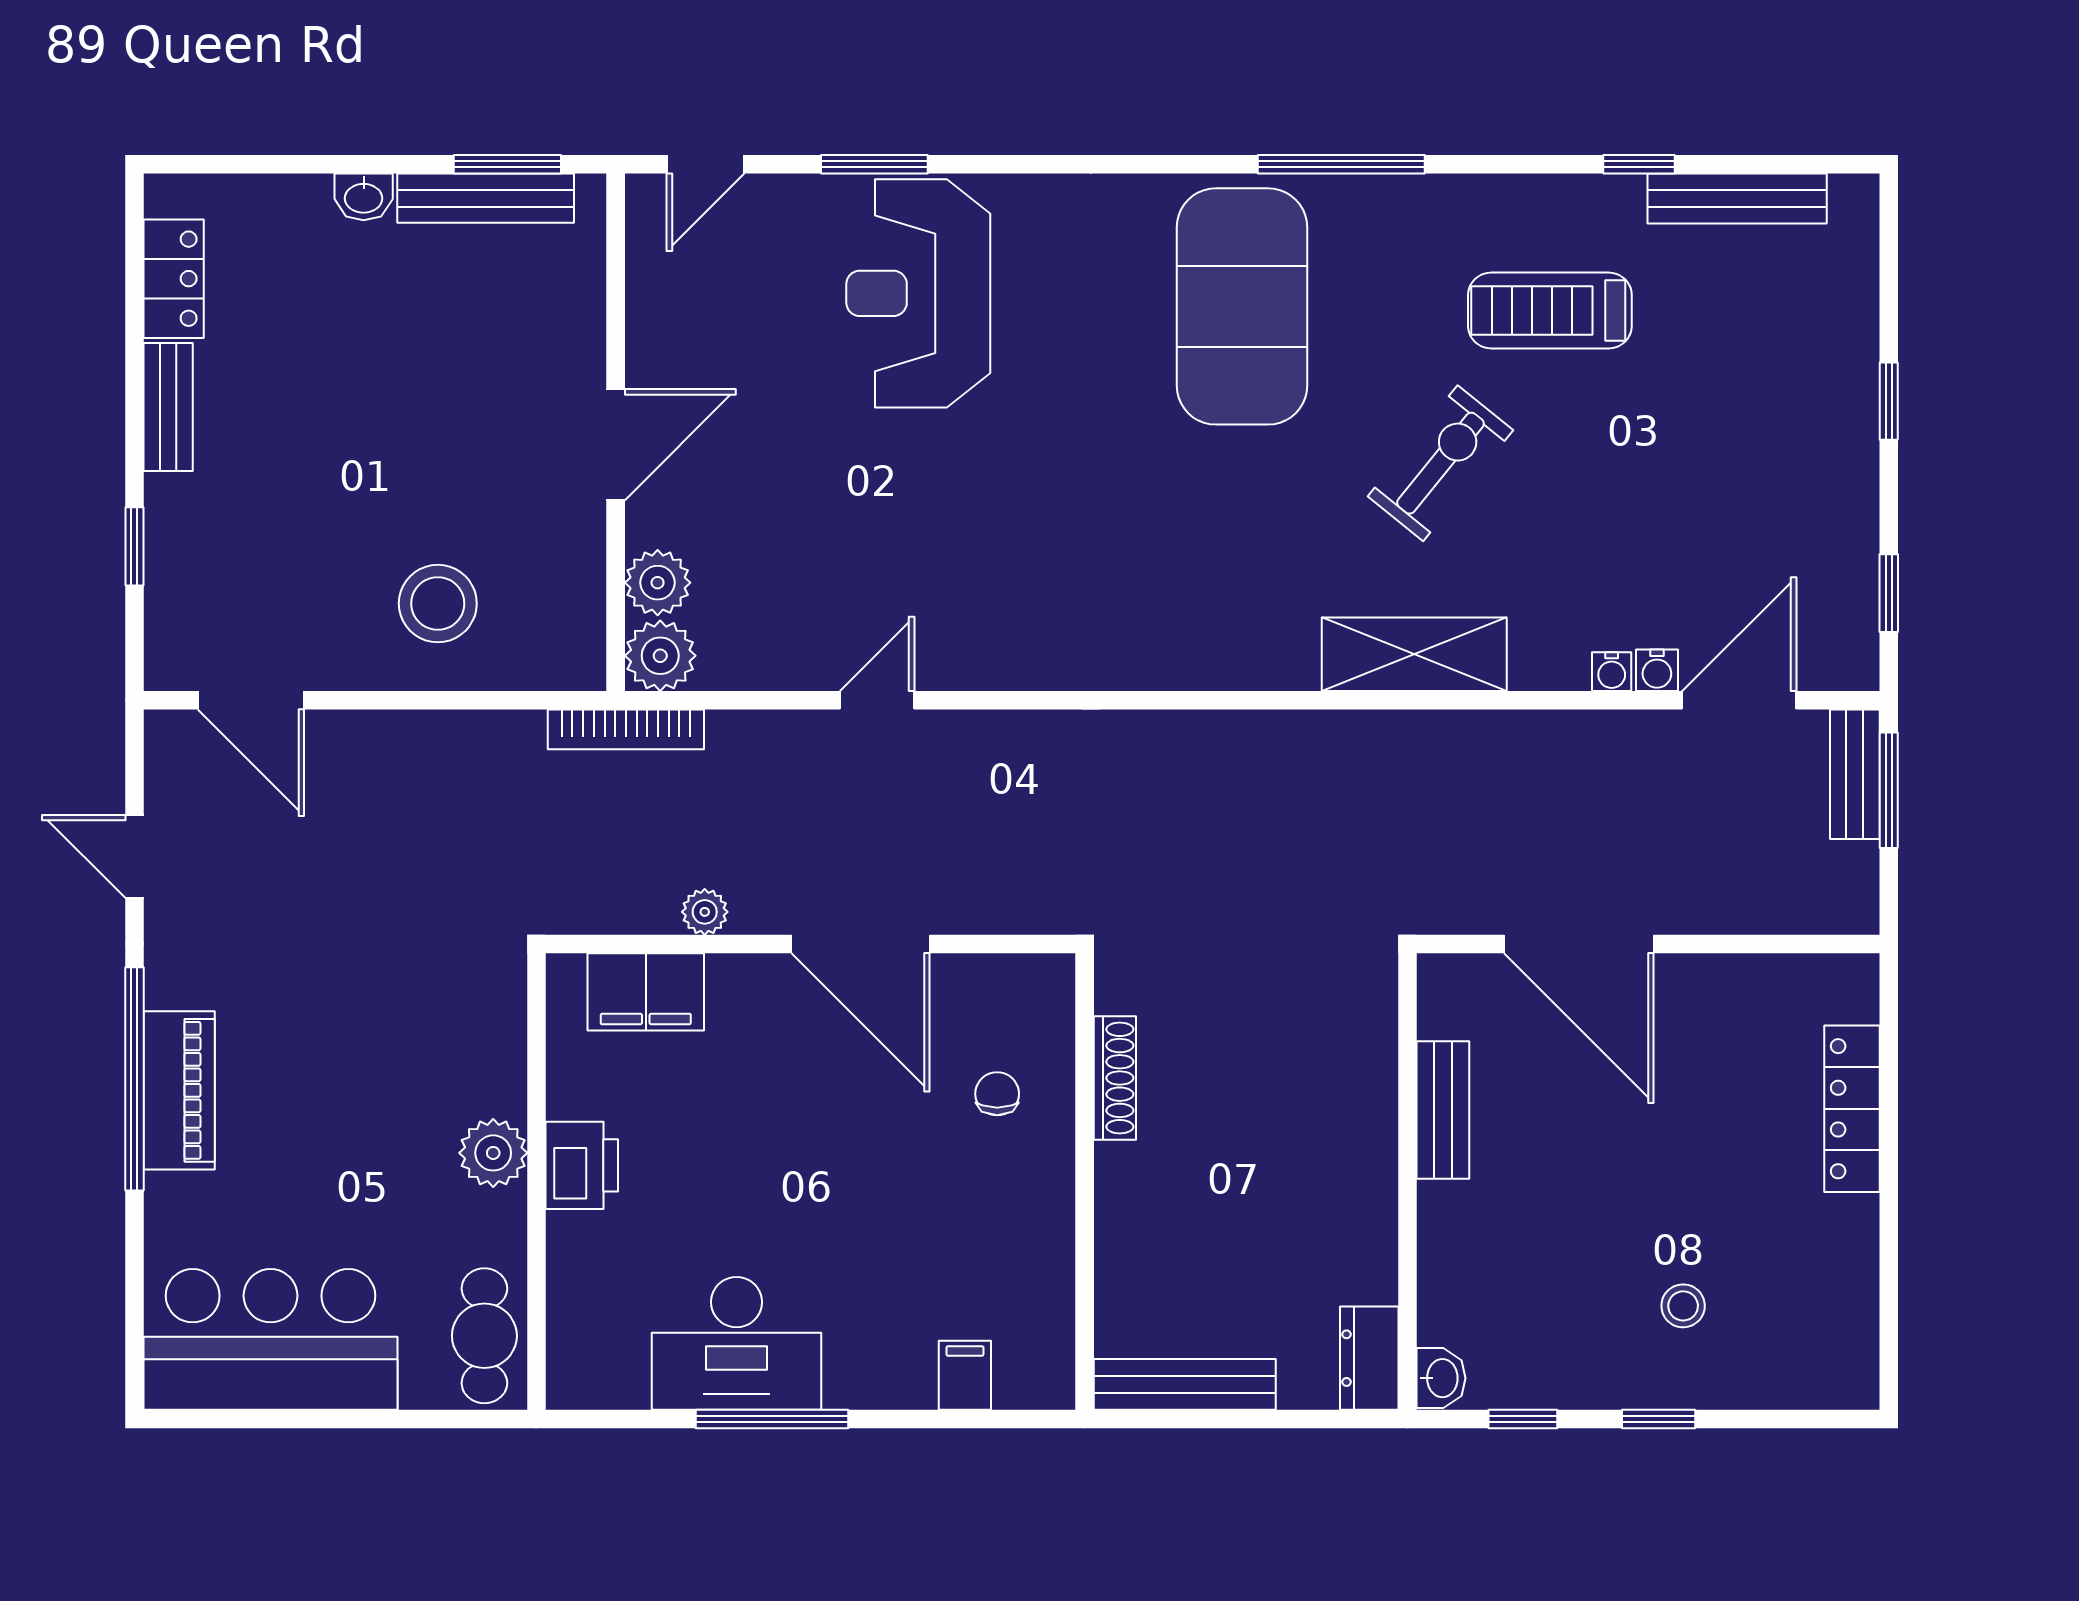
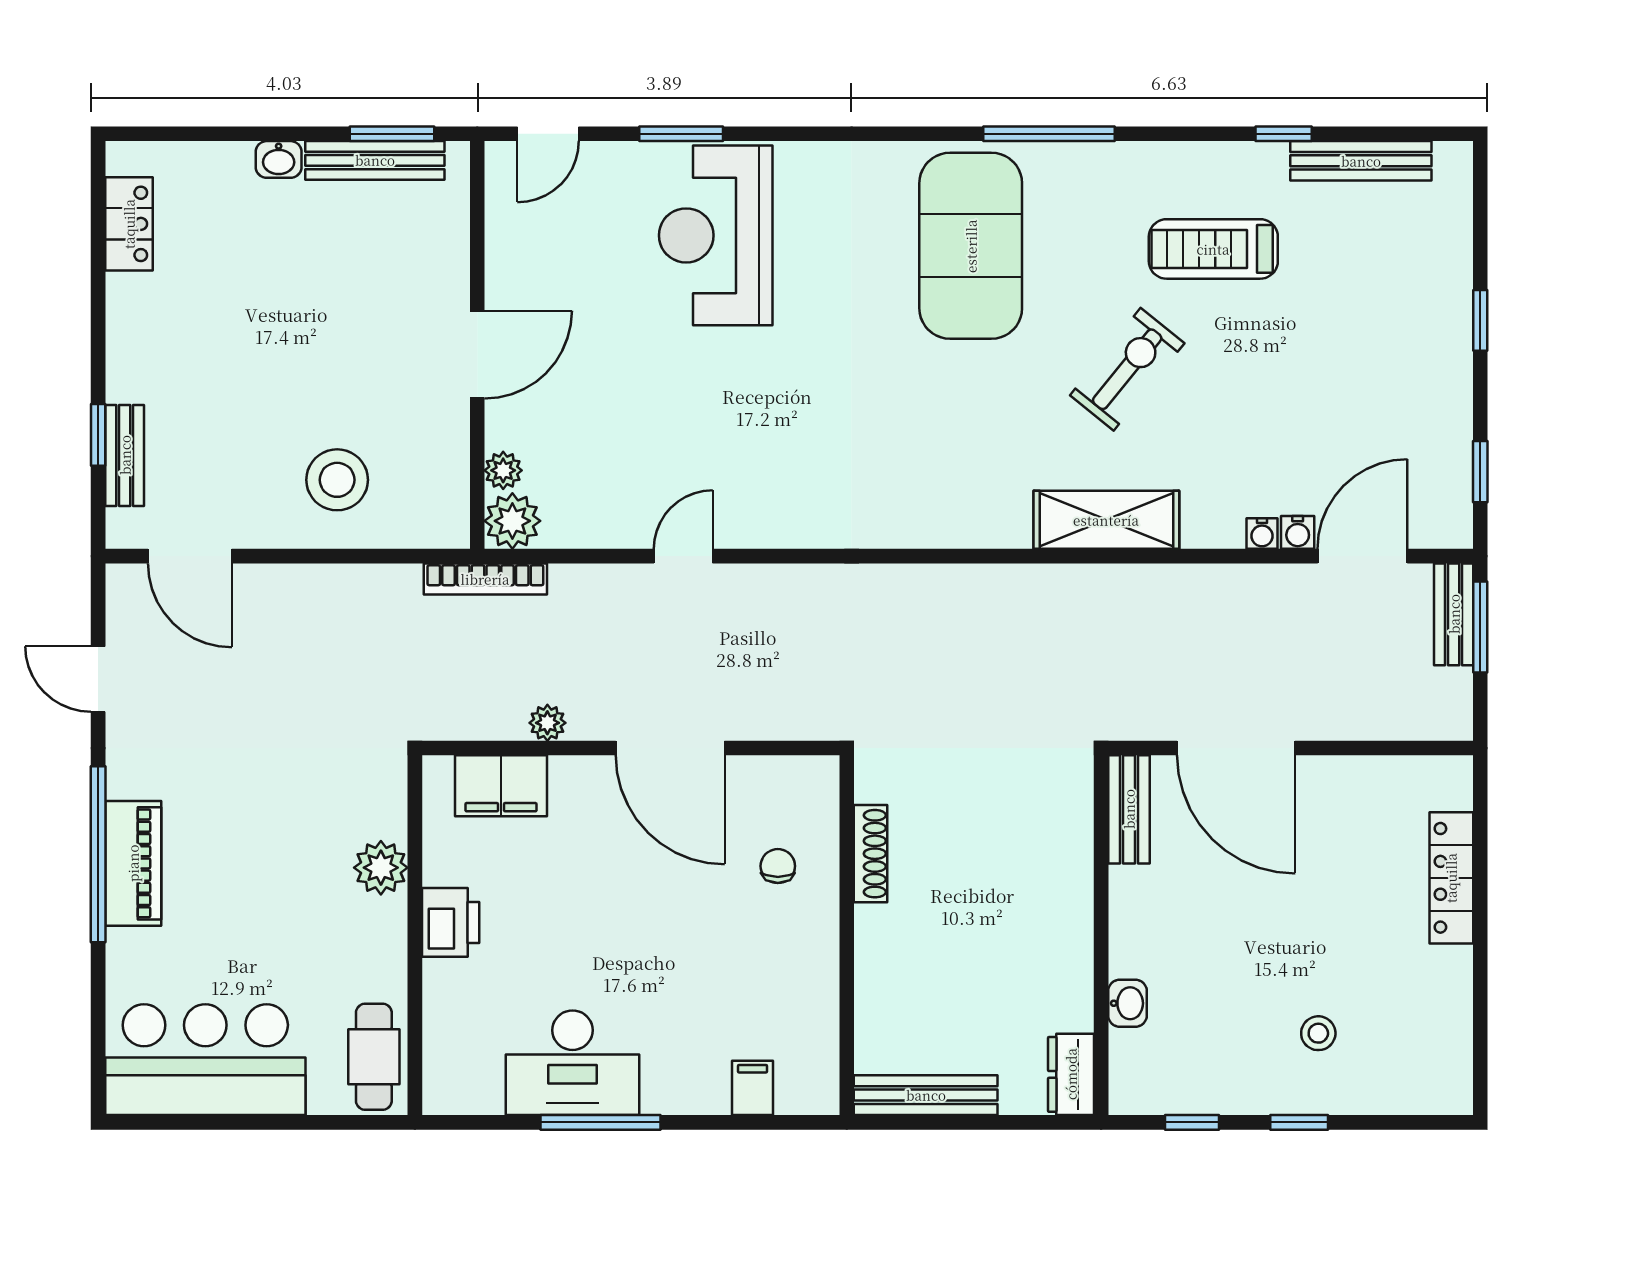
bench: (168, 407) -> (125, 455), moved
plant: (658, 583) -> (503, 470), width x0.73, depth x0.73
bench: (1443, 1110) -> (1129, 809), moved
plant: (493, 1153) -> (381, 868), moved
washbasin: (1441, 1378) -> (1127, 1003), moved

